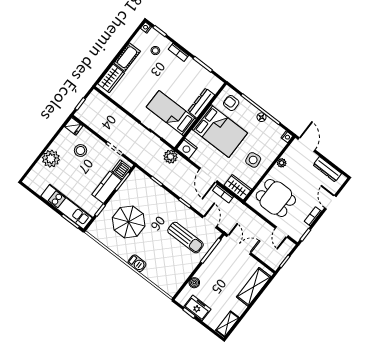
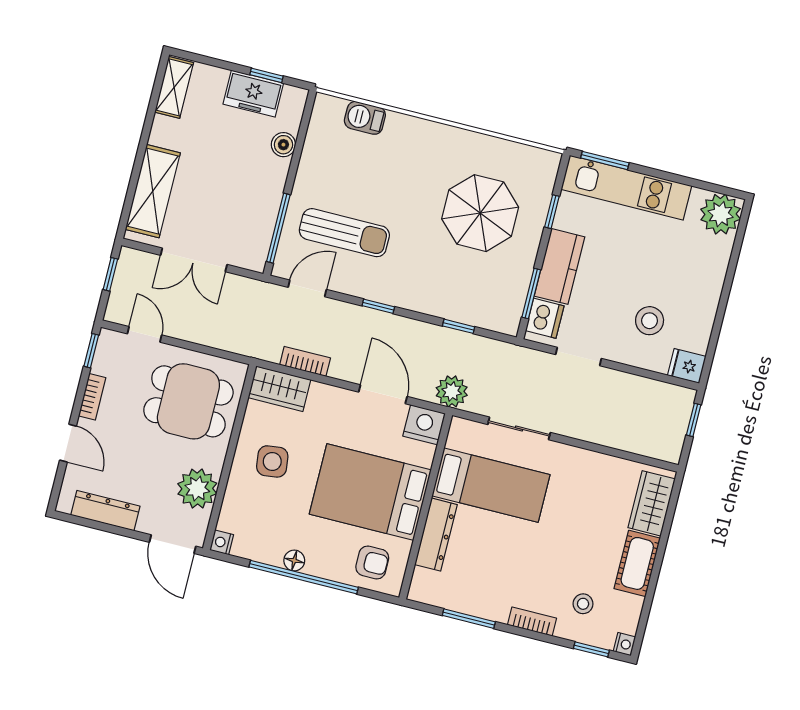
plant: (51, 159) -> (721, 214), moved
plant: (282, 163) -> (197, 489), width x1.87, depth x1.87
door: (208, 175) -> (383, 394), moved
door: (210, 222) -> (307, 288), swing flipped
sun lounger: (185, 238) -> (344, 233), turned 180
double door: (239, 245) -> (194, 260), moved
barbecue: (137, 263) -> (365, 118), moved

